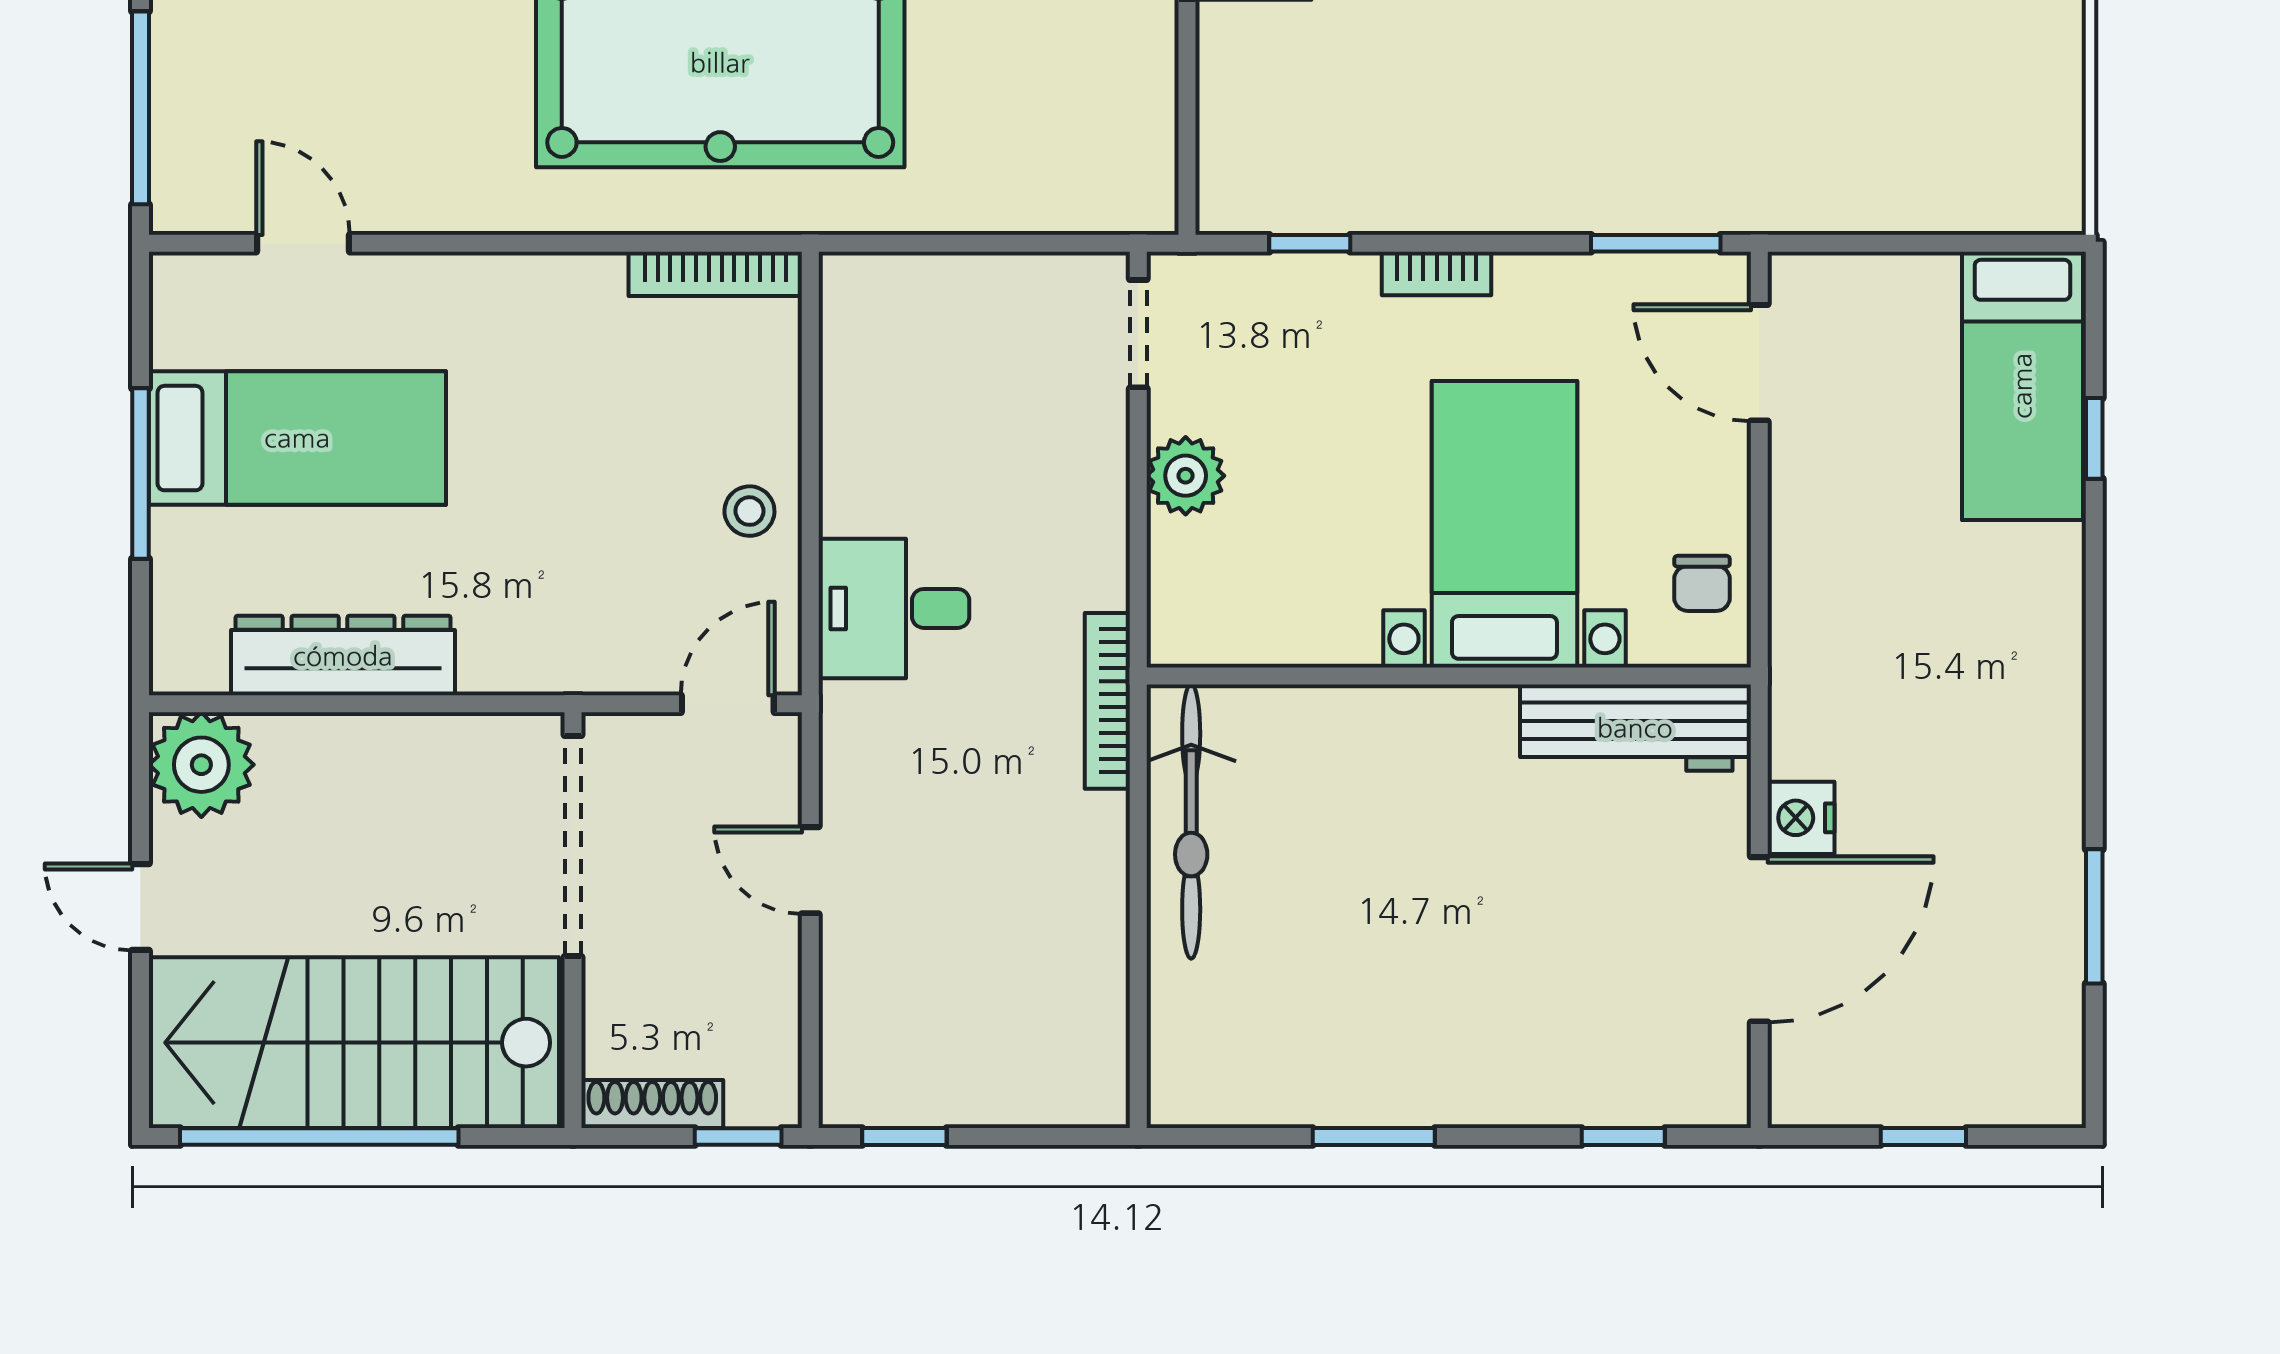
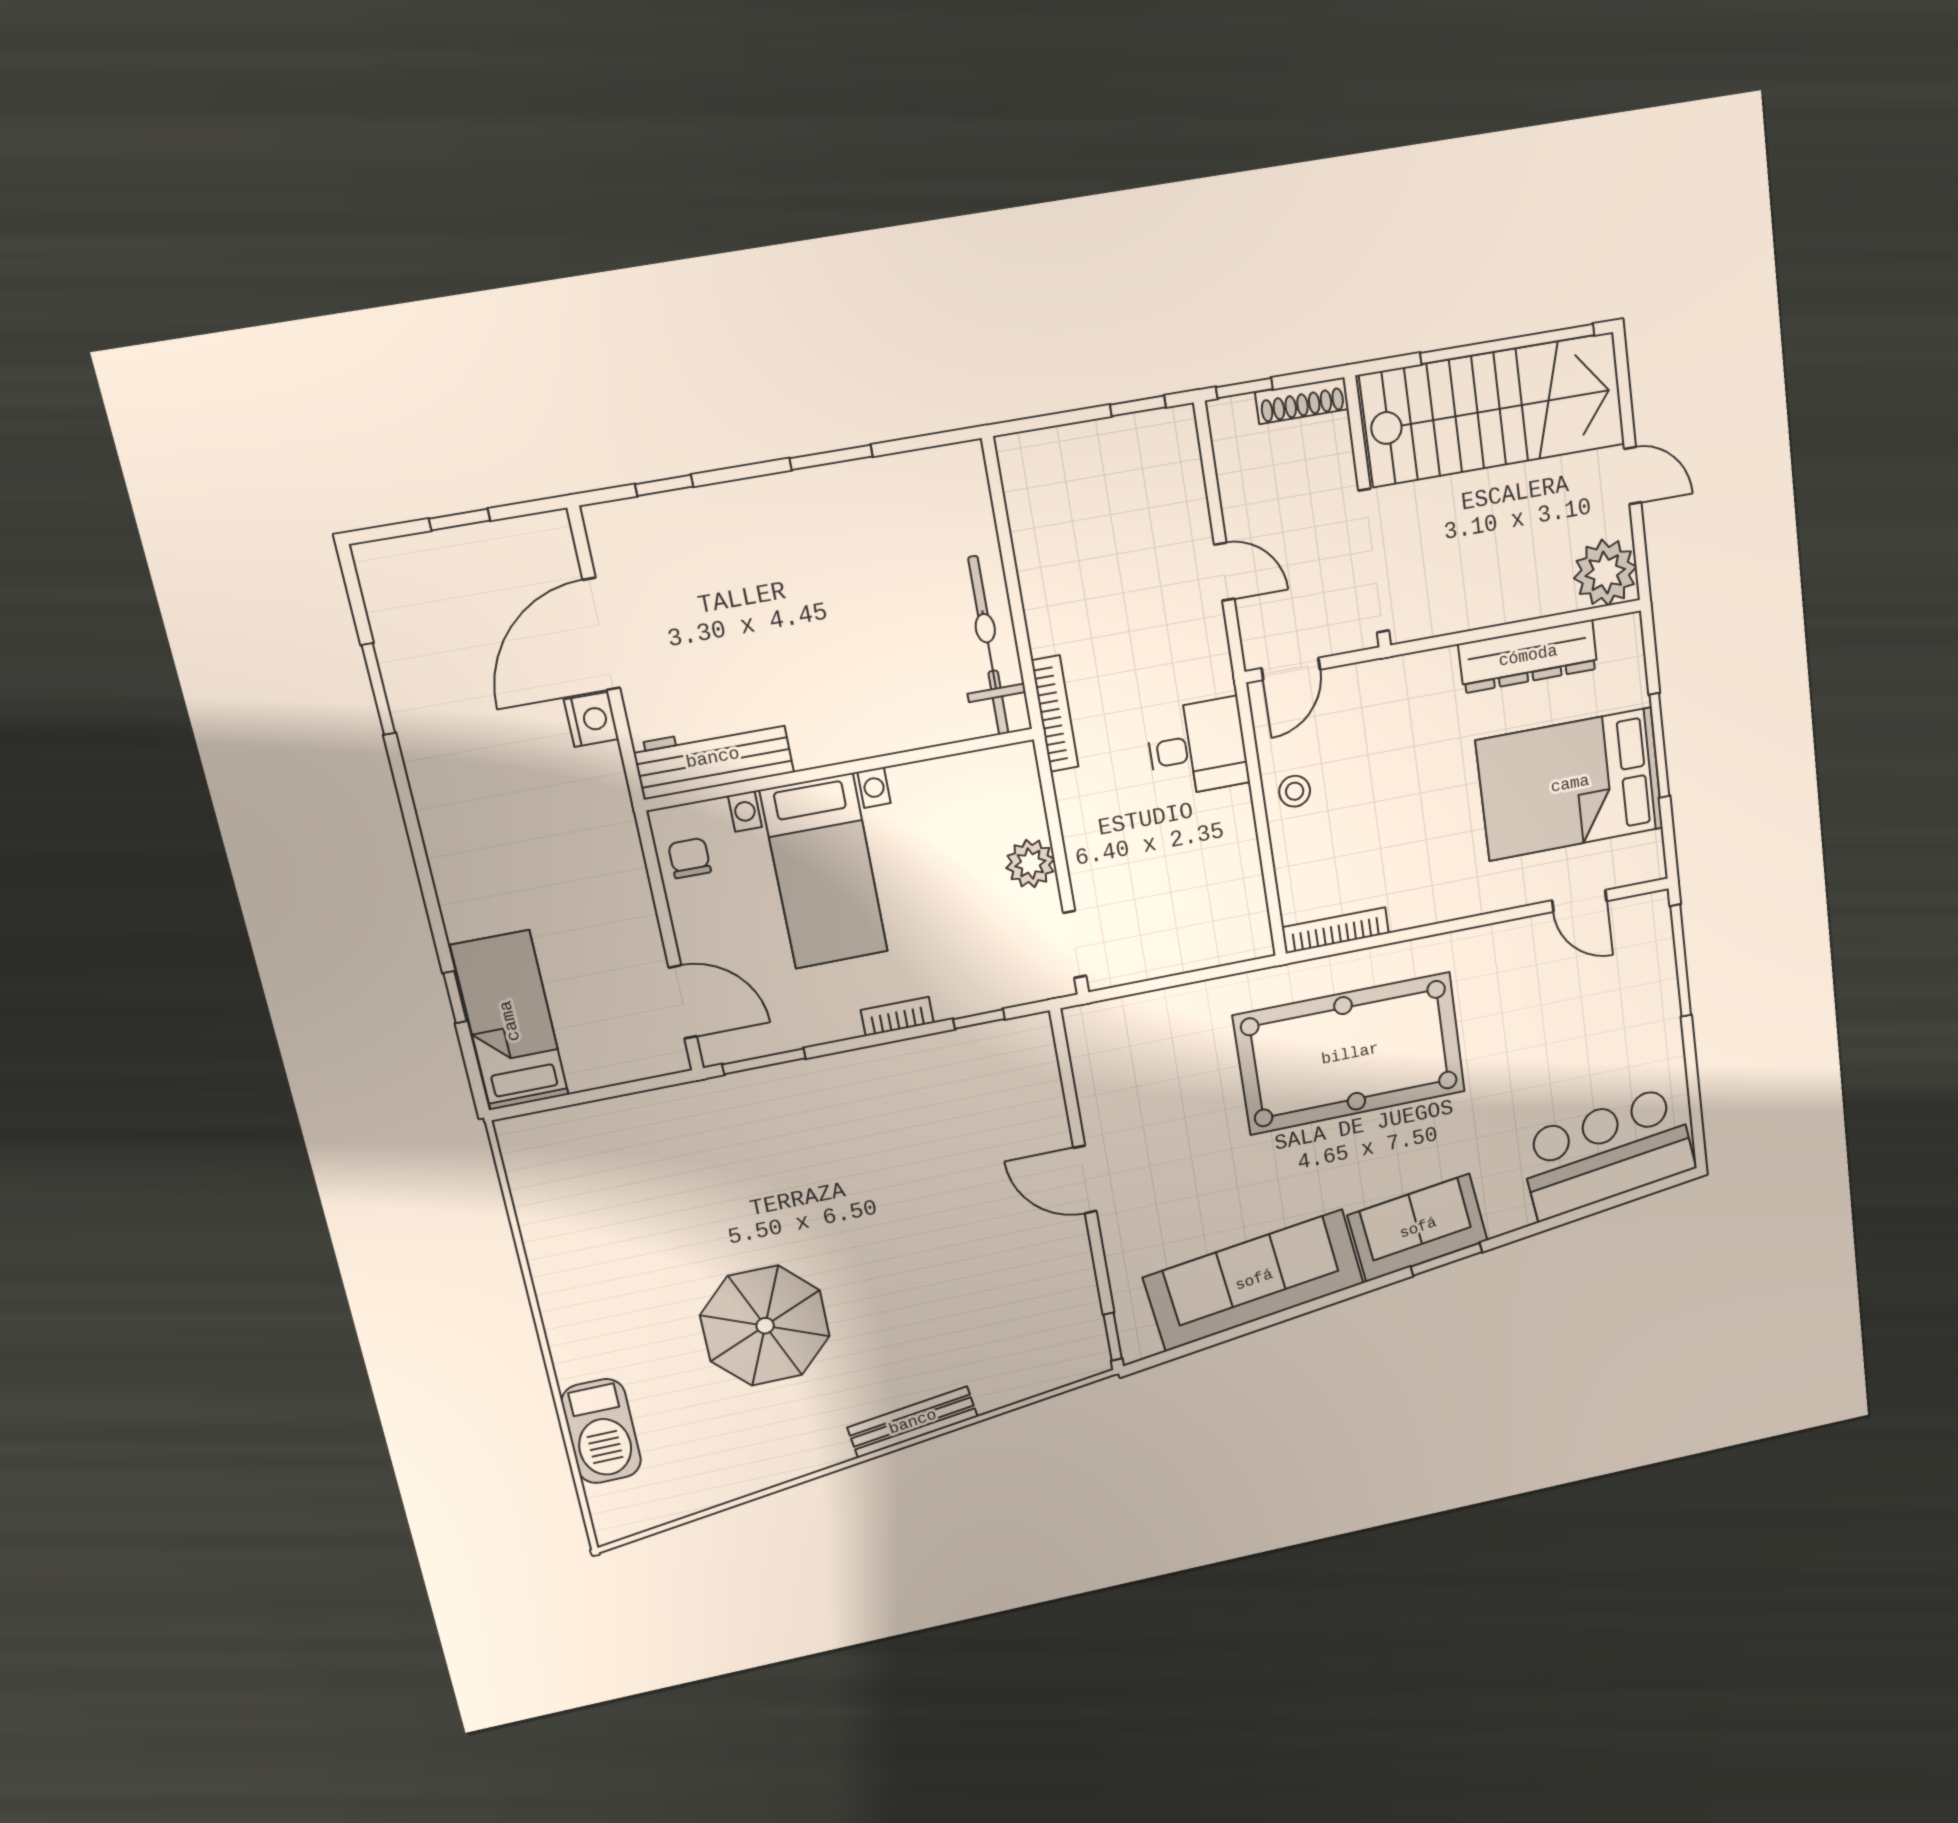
bed: (297, 438) -> (1570, 784), width x1.50

